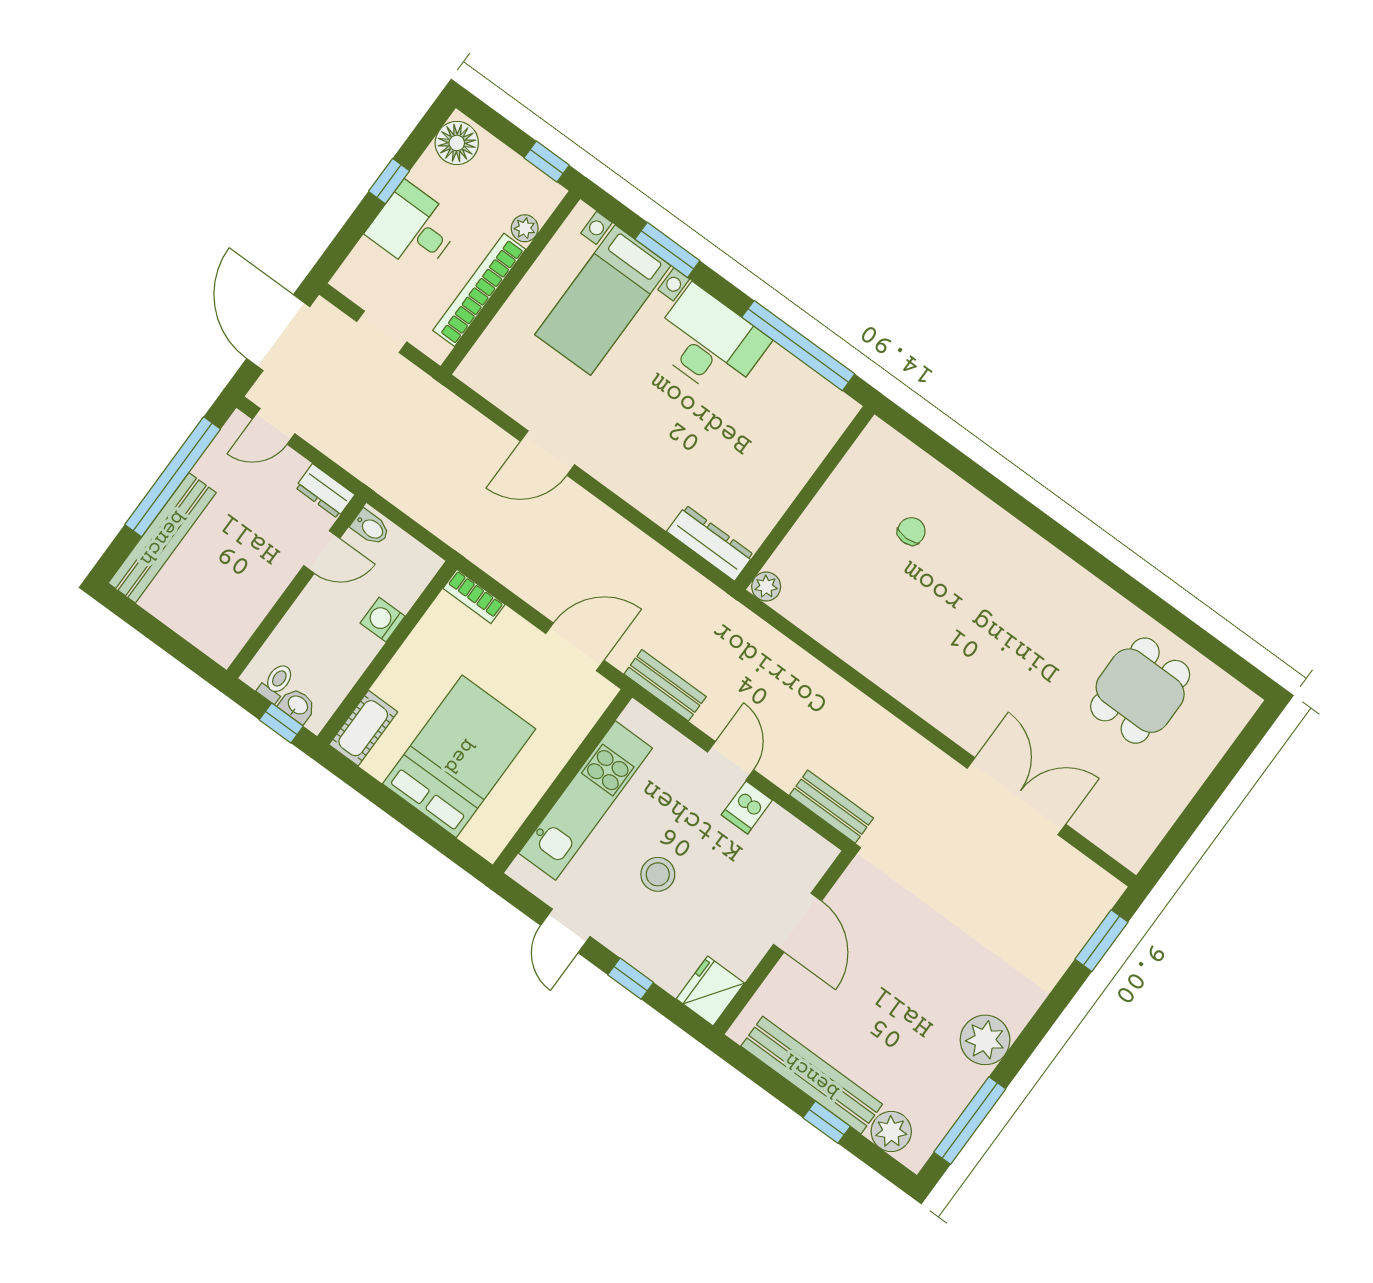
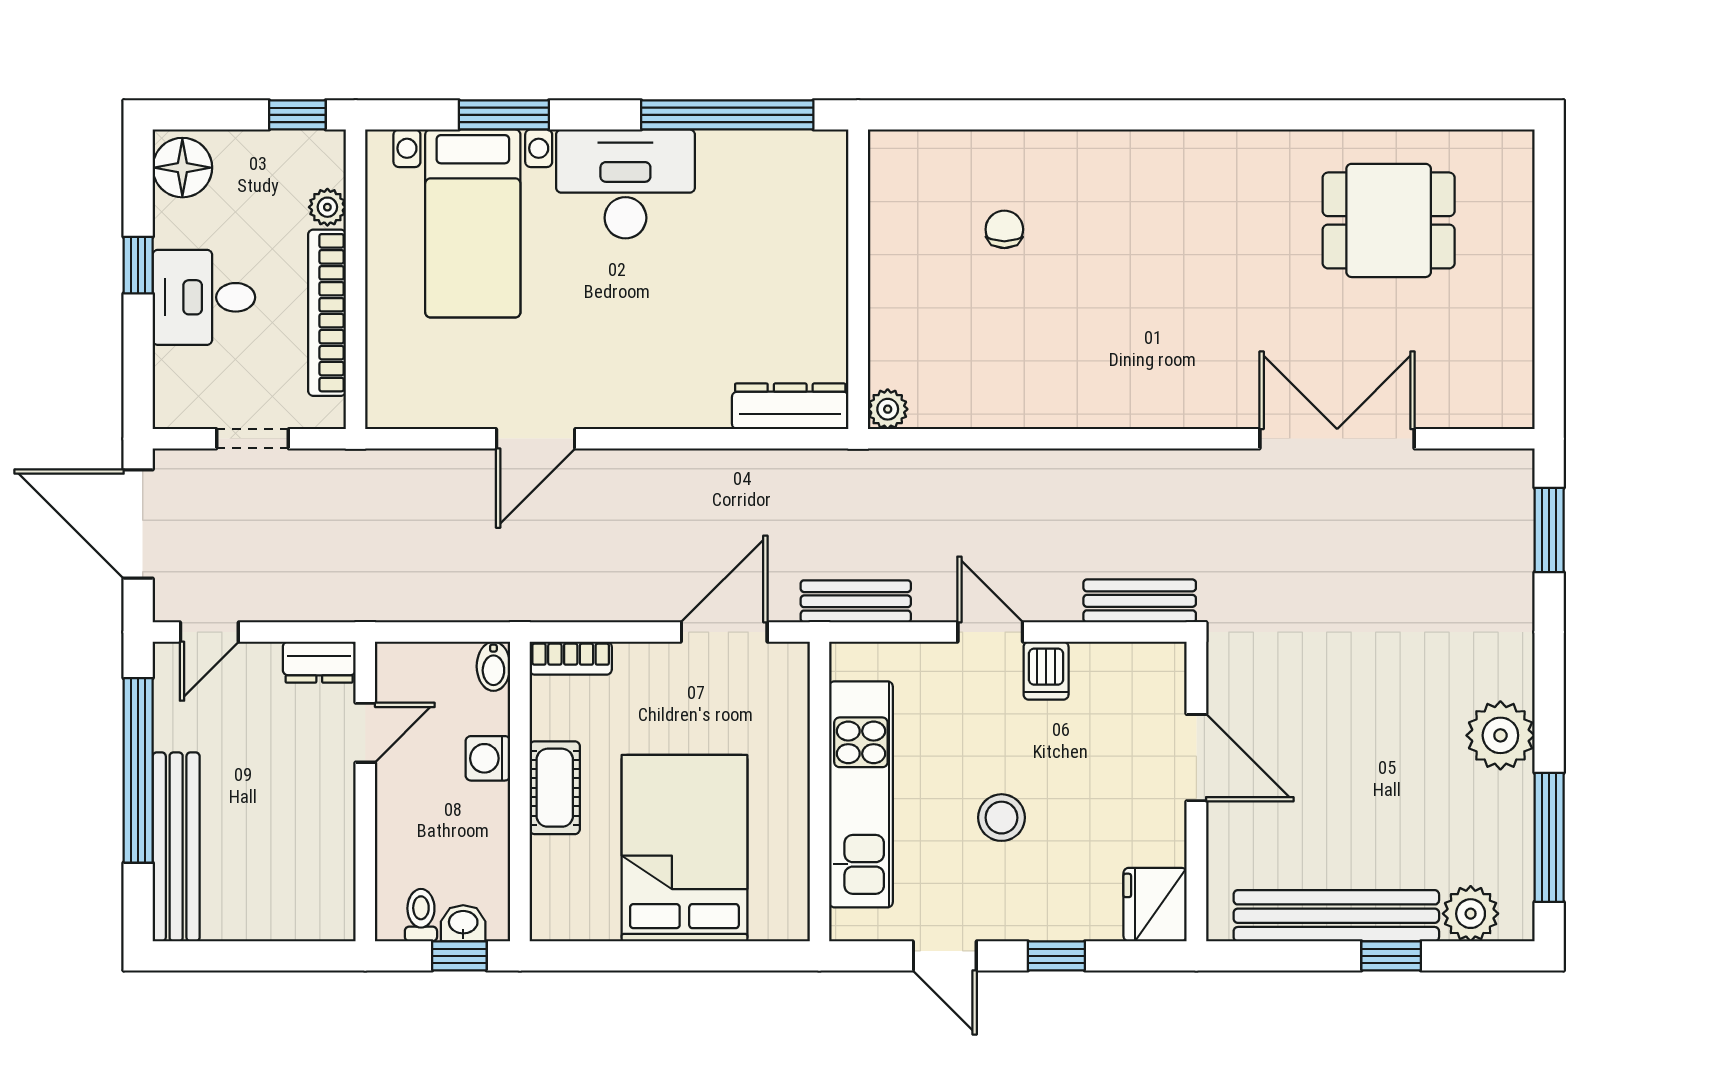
bidet: (370, 528) -> (493, 666), moved, turned 90
dining table: (1140, 691) -> (1389, 220), turned 90
cot: (363, 728) -> (555, 788), moved

